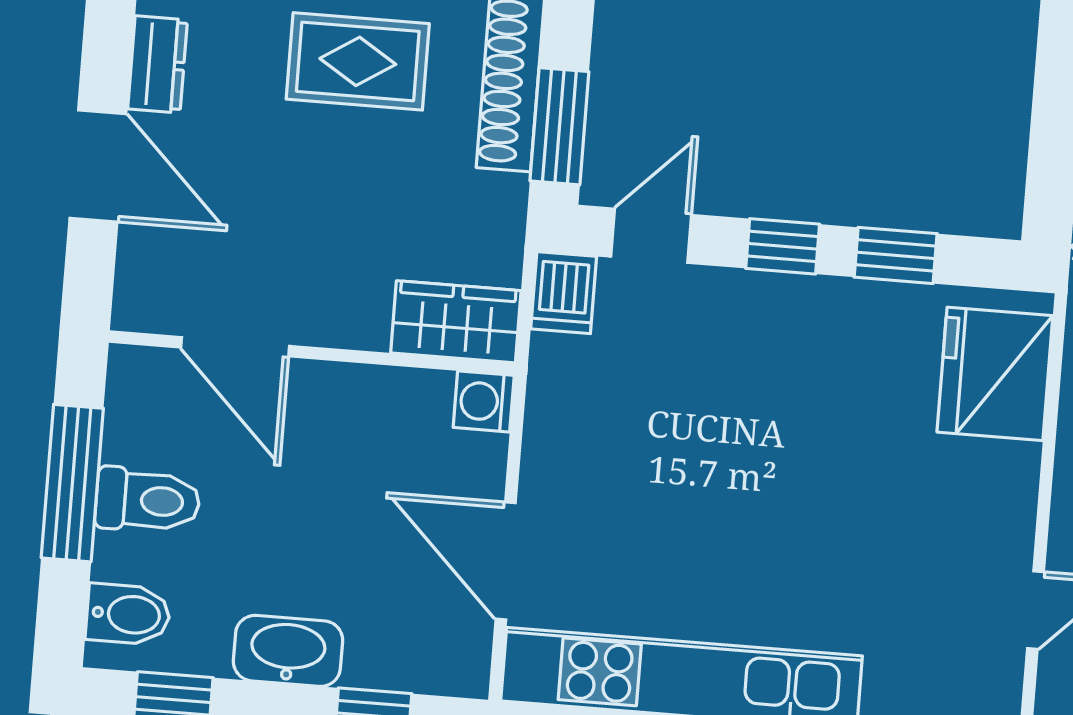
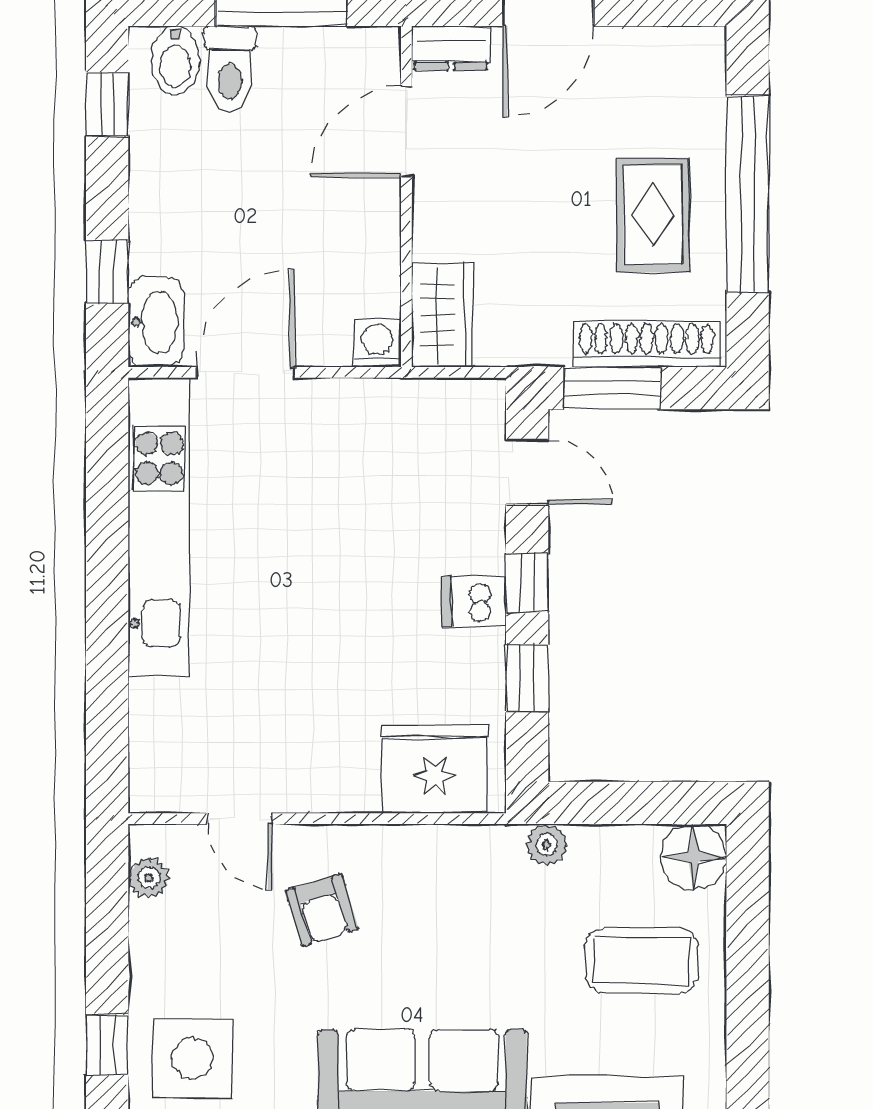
dresser: (158, 64) -> (451, 48), moved
dishwasher: (564, 293) -> (474, 602), moved
toilet: (148, 500) -> (230, 69), moved
washbasin: (288, 651) -> (156, 322), moved

